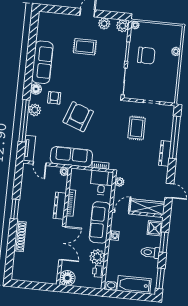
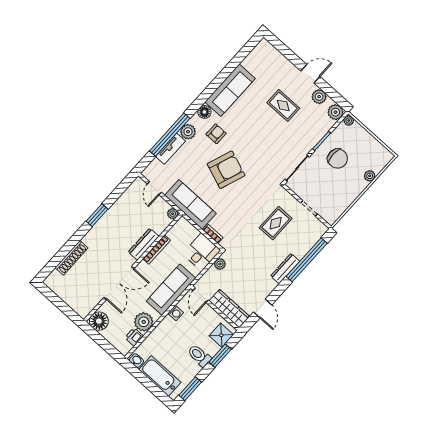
tv unit: (29, 148) -> (171, 149), moved
door: (122, 212) -> (201, 295), swing flipped
shoe rack: (20, 236) -> (72, 258), moved

